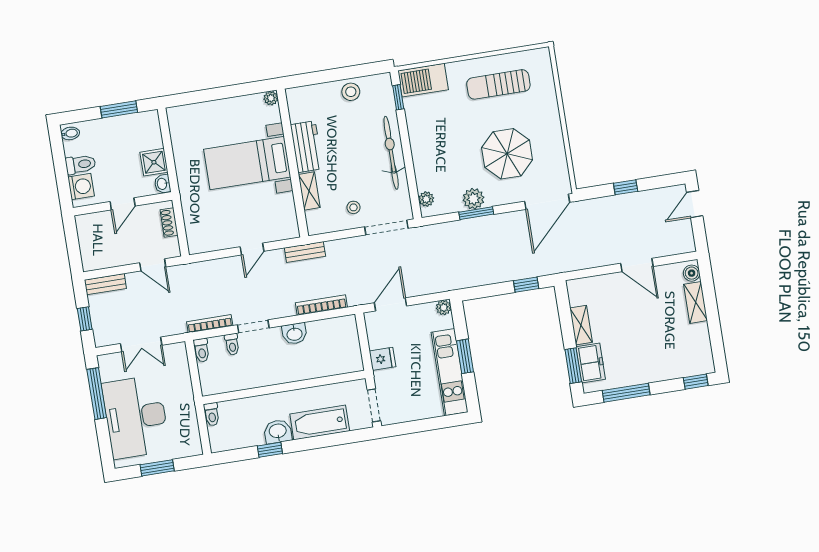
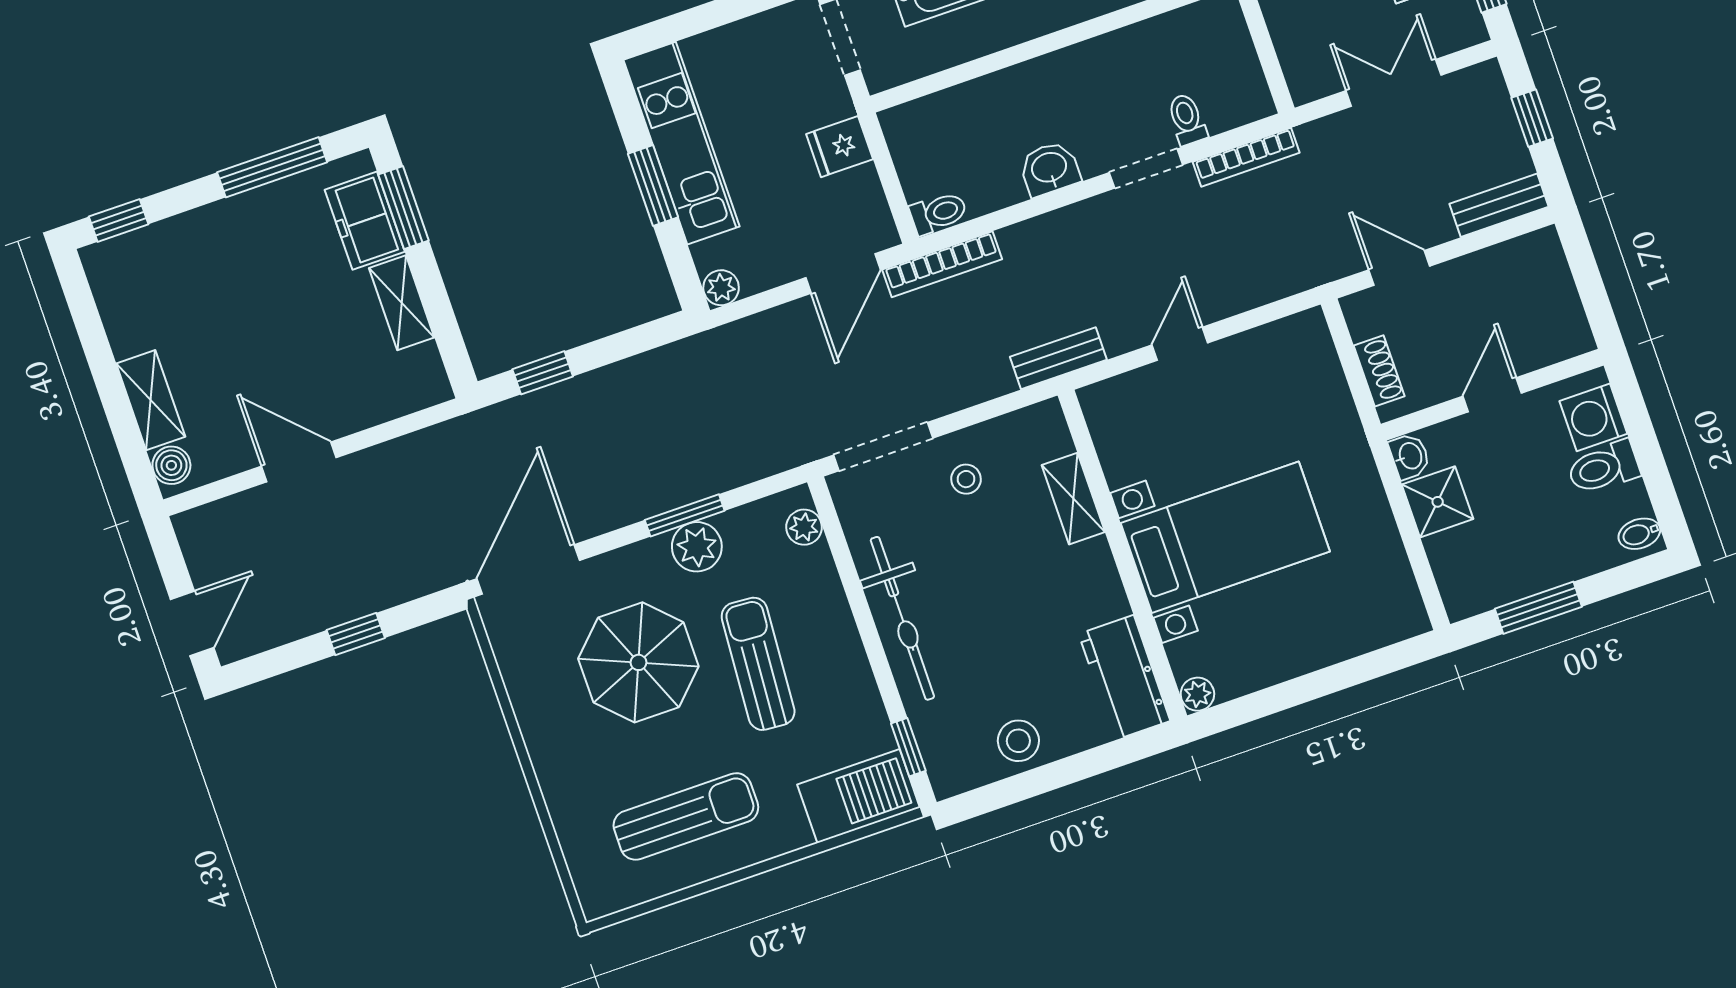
sun lounger: (456, 144) -> (758, 664), added
workbench: (306, 147) -> (1125, 677), moved
bookcase: (321, 305) -> (942, 264), moved
toilet: (202, 350) -> (938, 213), moved, turned 90

